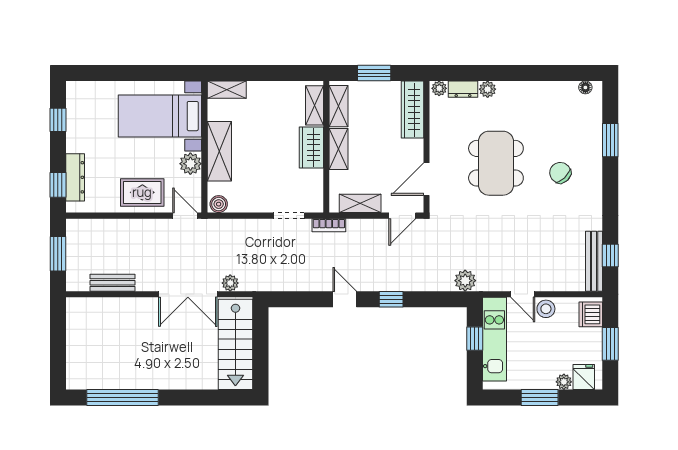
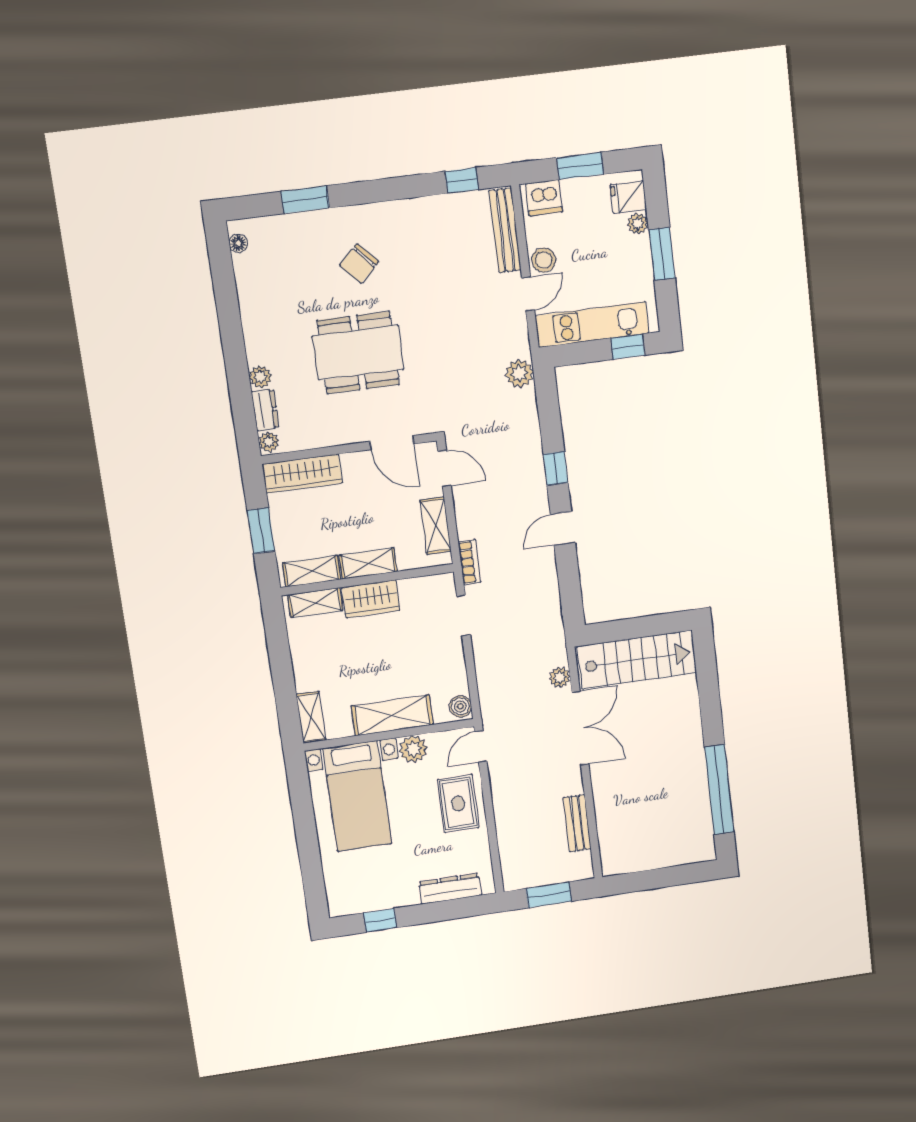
window: (58, 185) -> (462, 908), removed
bench: (594, 261) -> (505, 230), moved, turned 90
window: (475, 339) -> (627, 347), moved

